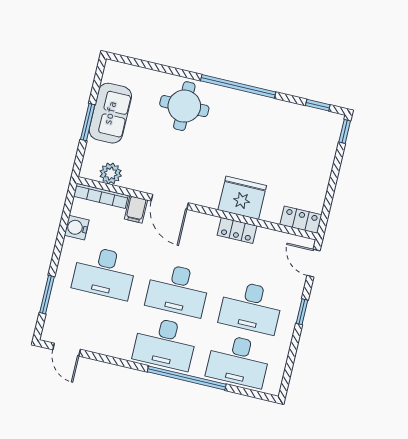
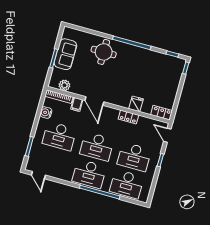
fridge: (242, 198) -> (136, 104), width x0.53, depth x0.75

